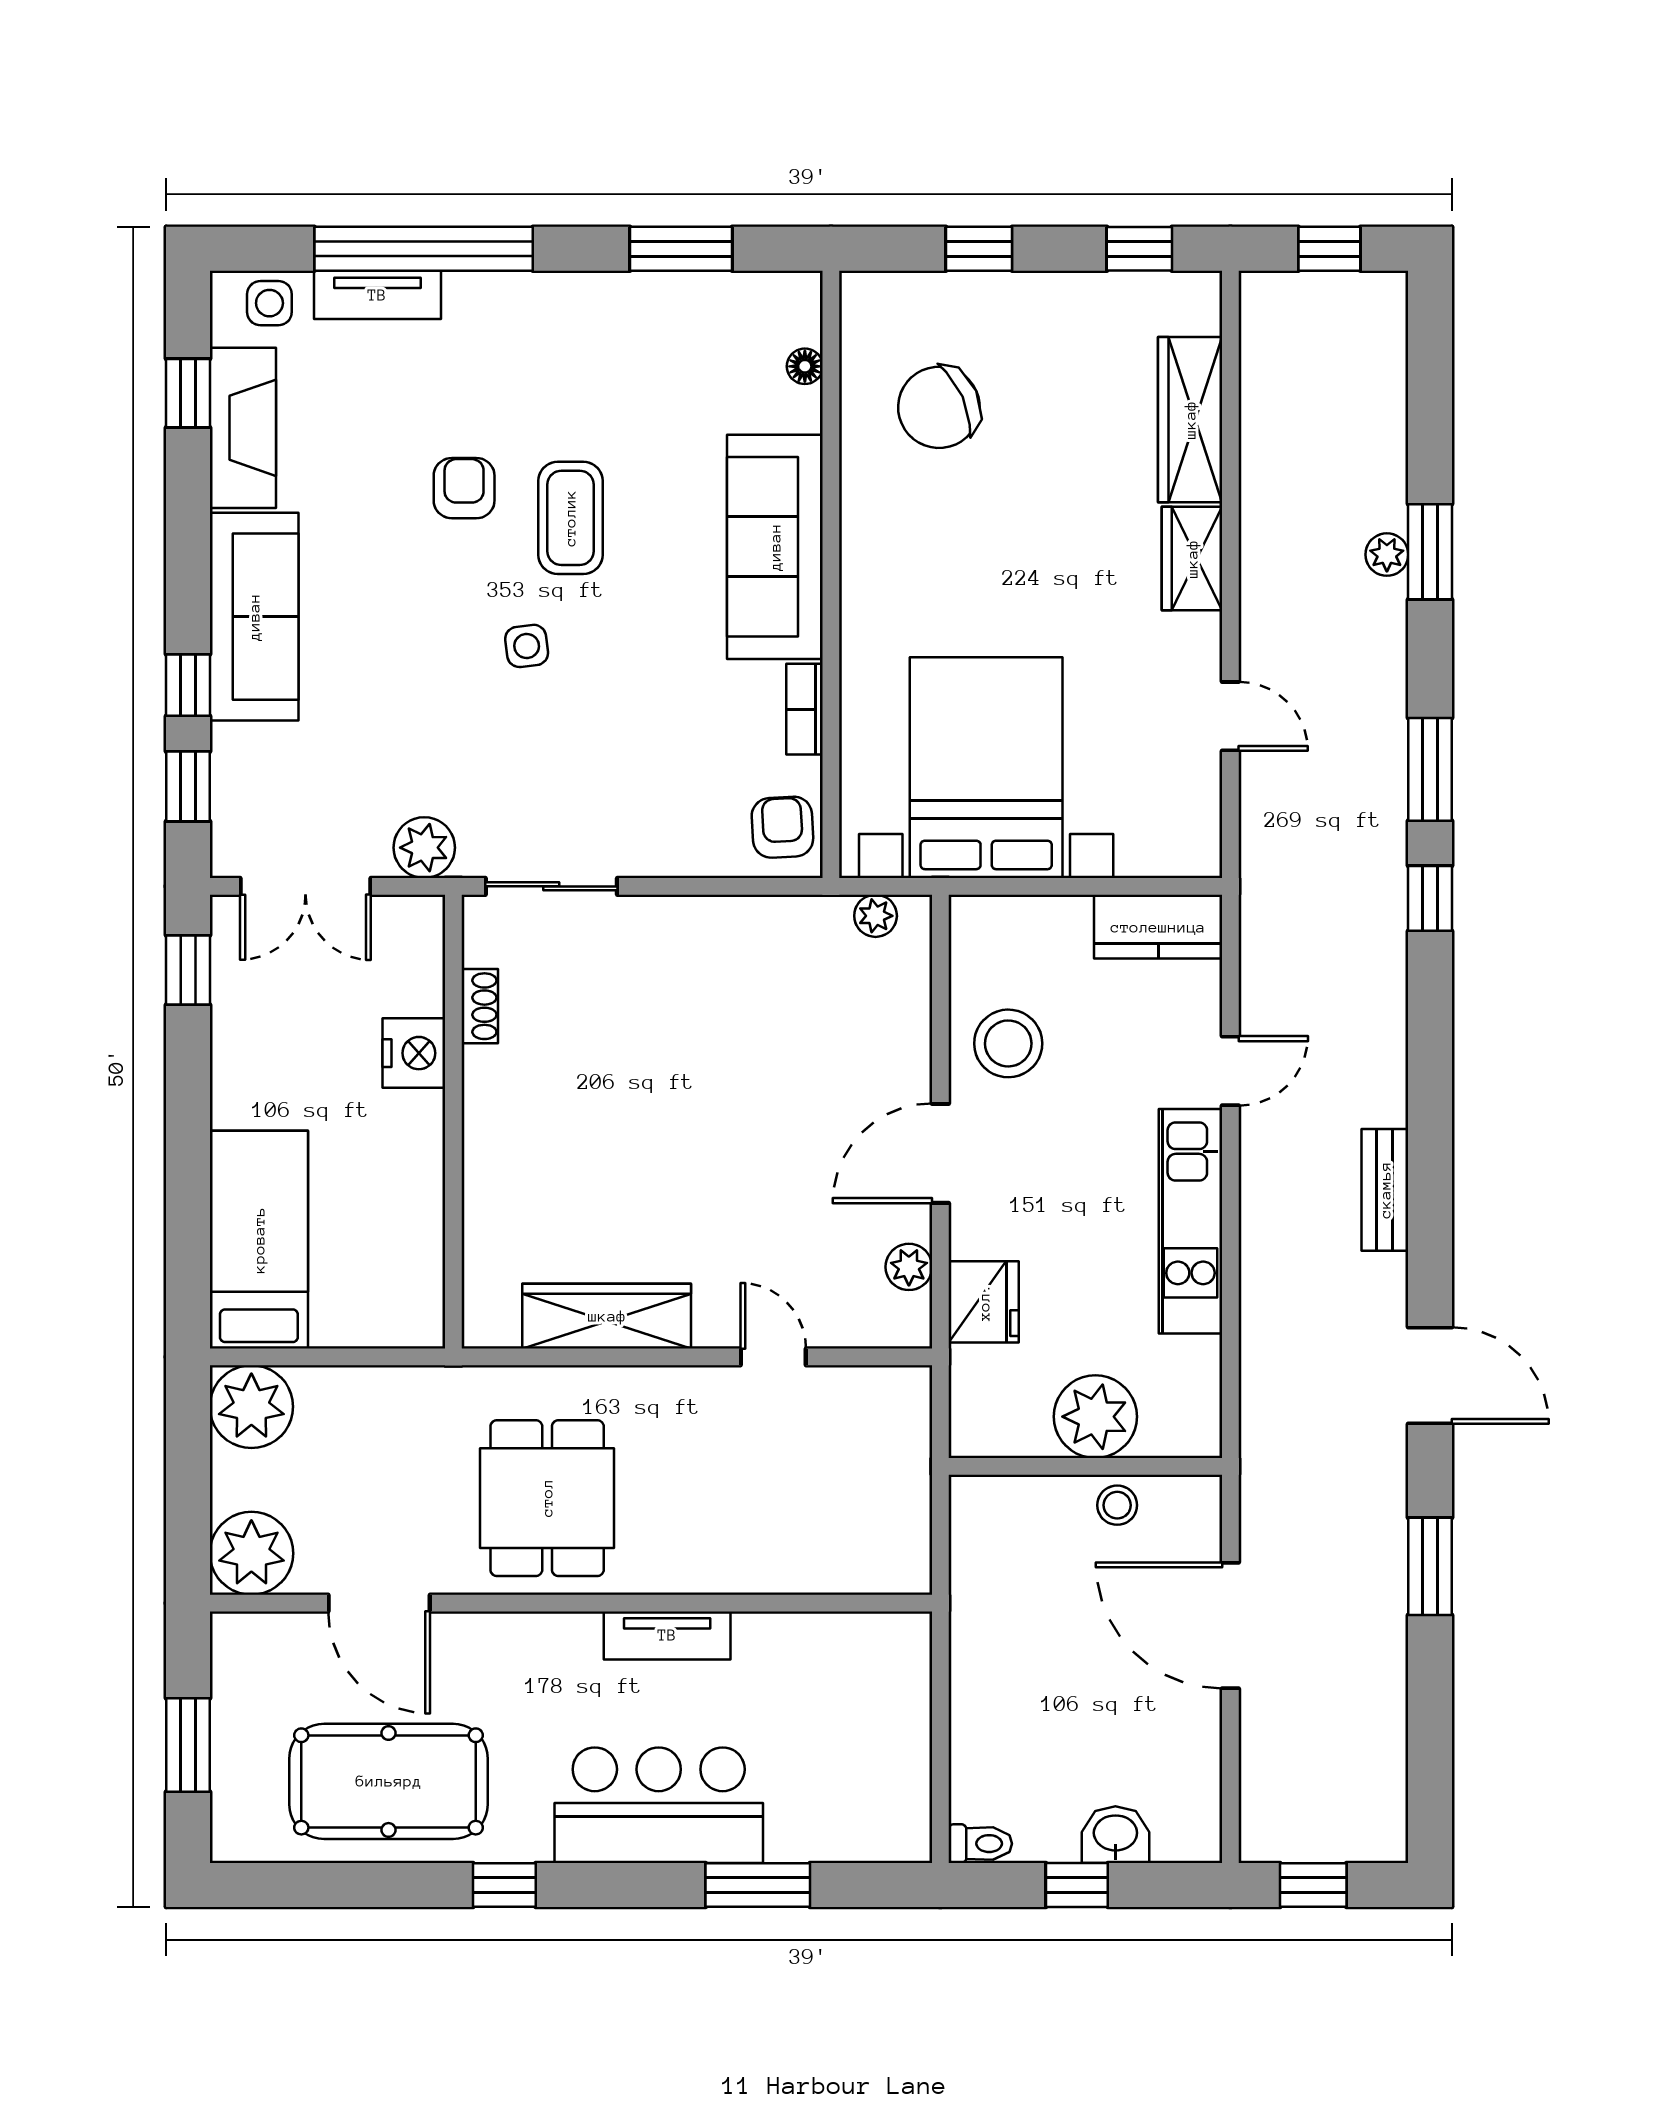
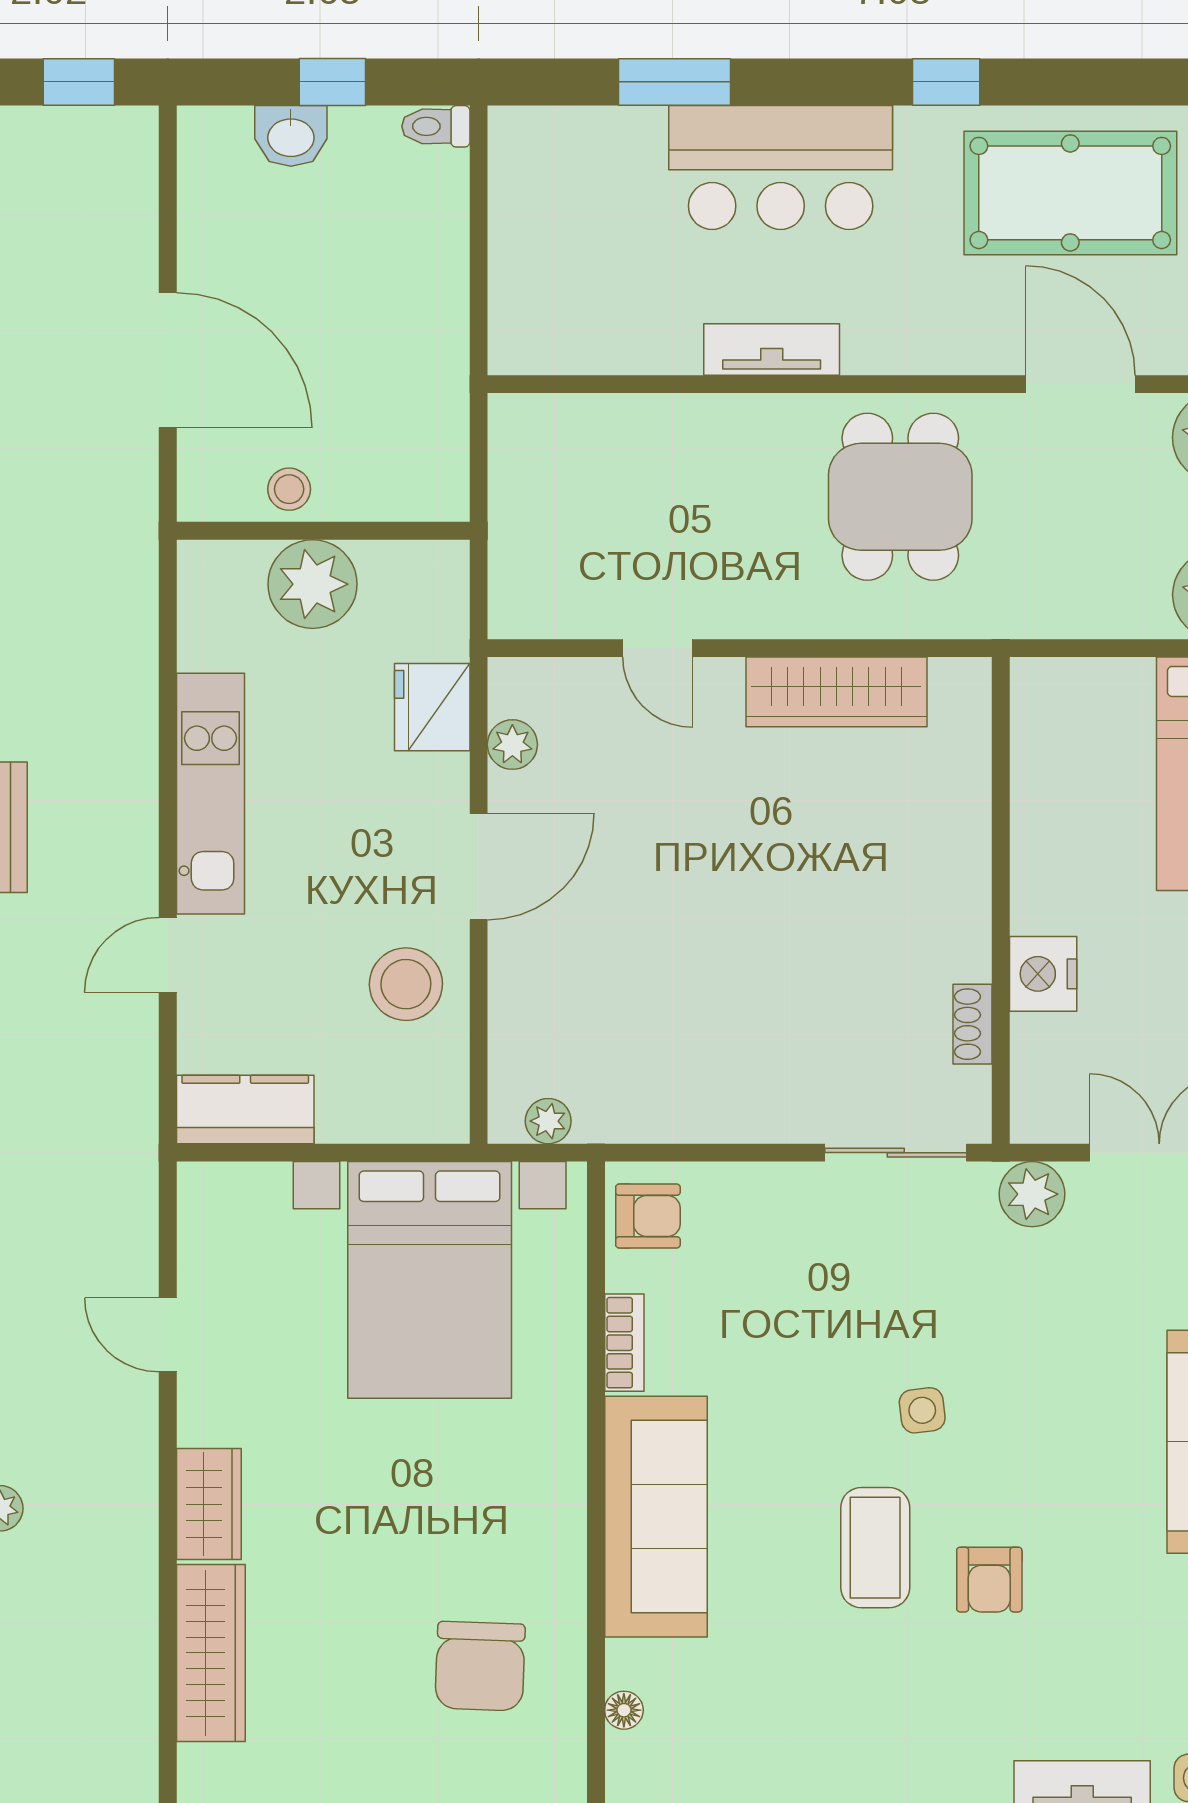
chair: (939, 407) -> (480, 1666), turned 116
armchair: (782, 827) -> (648, 1216), turned -87

